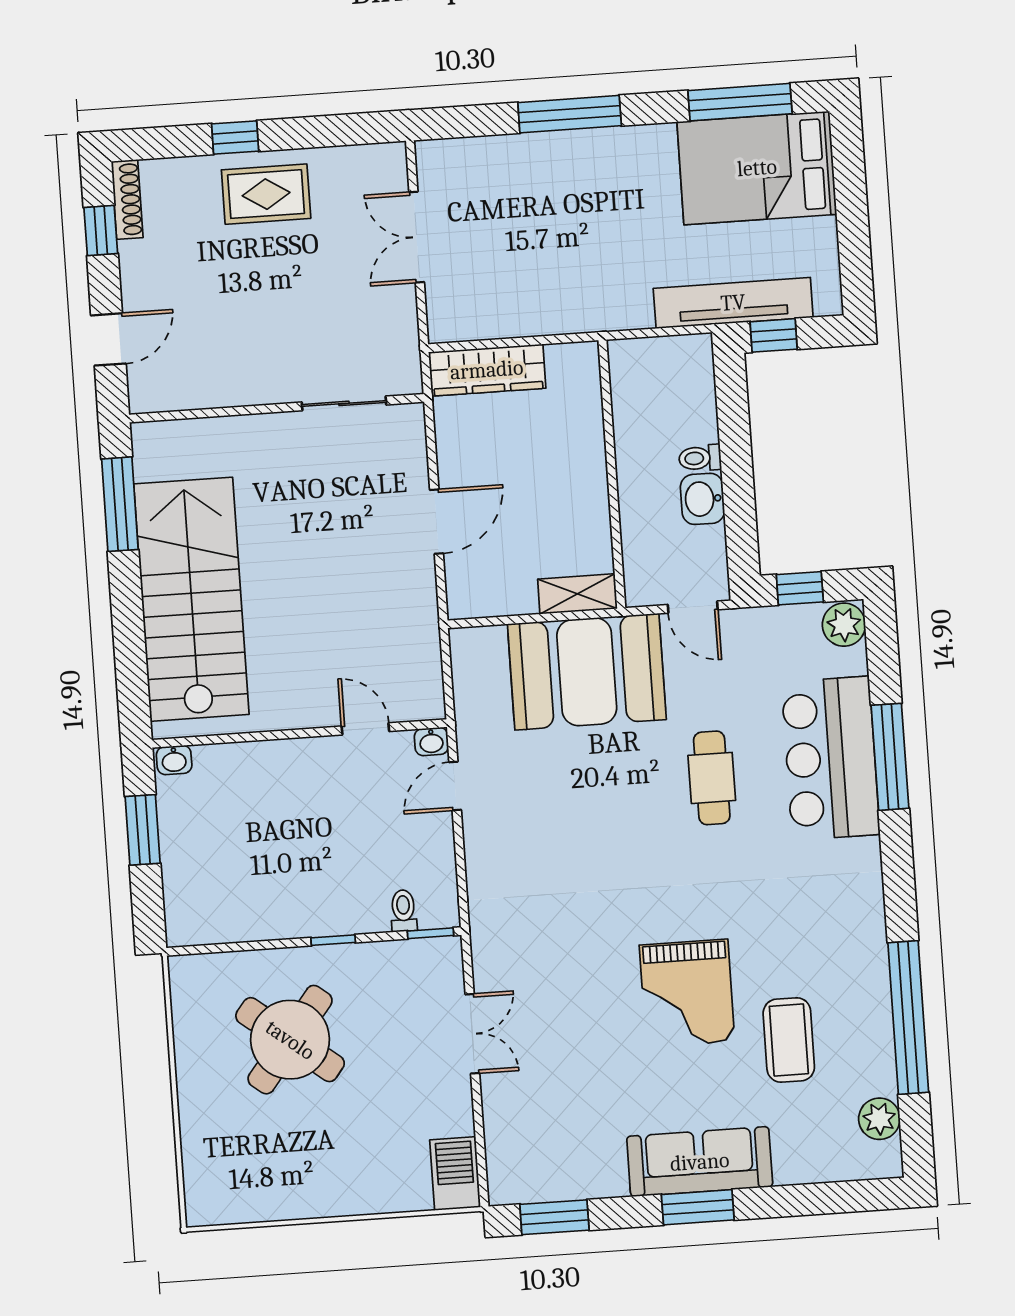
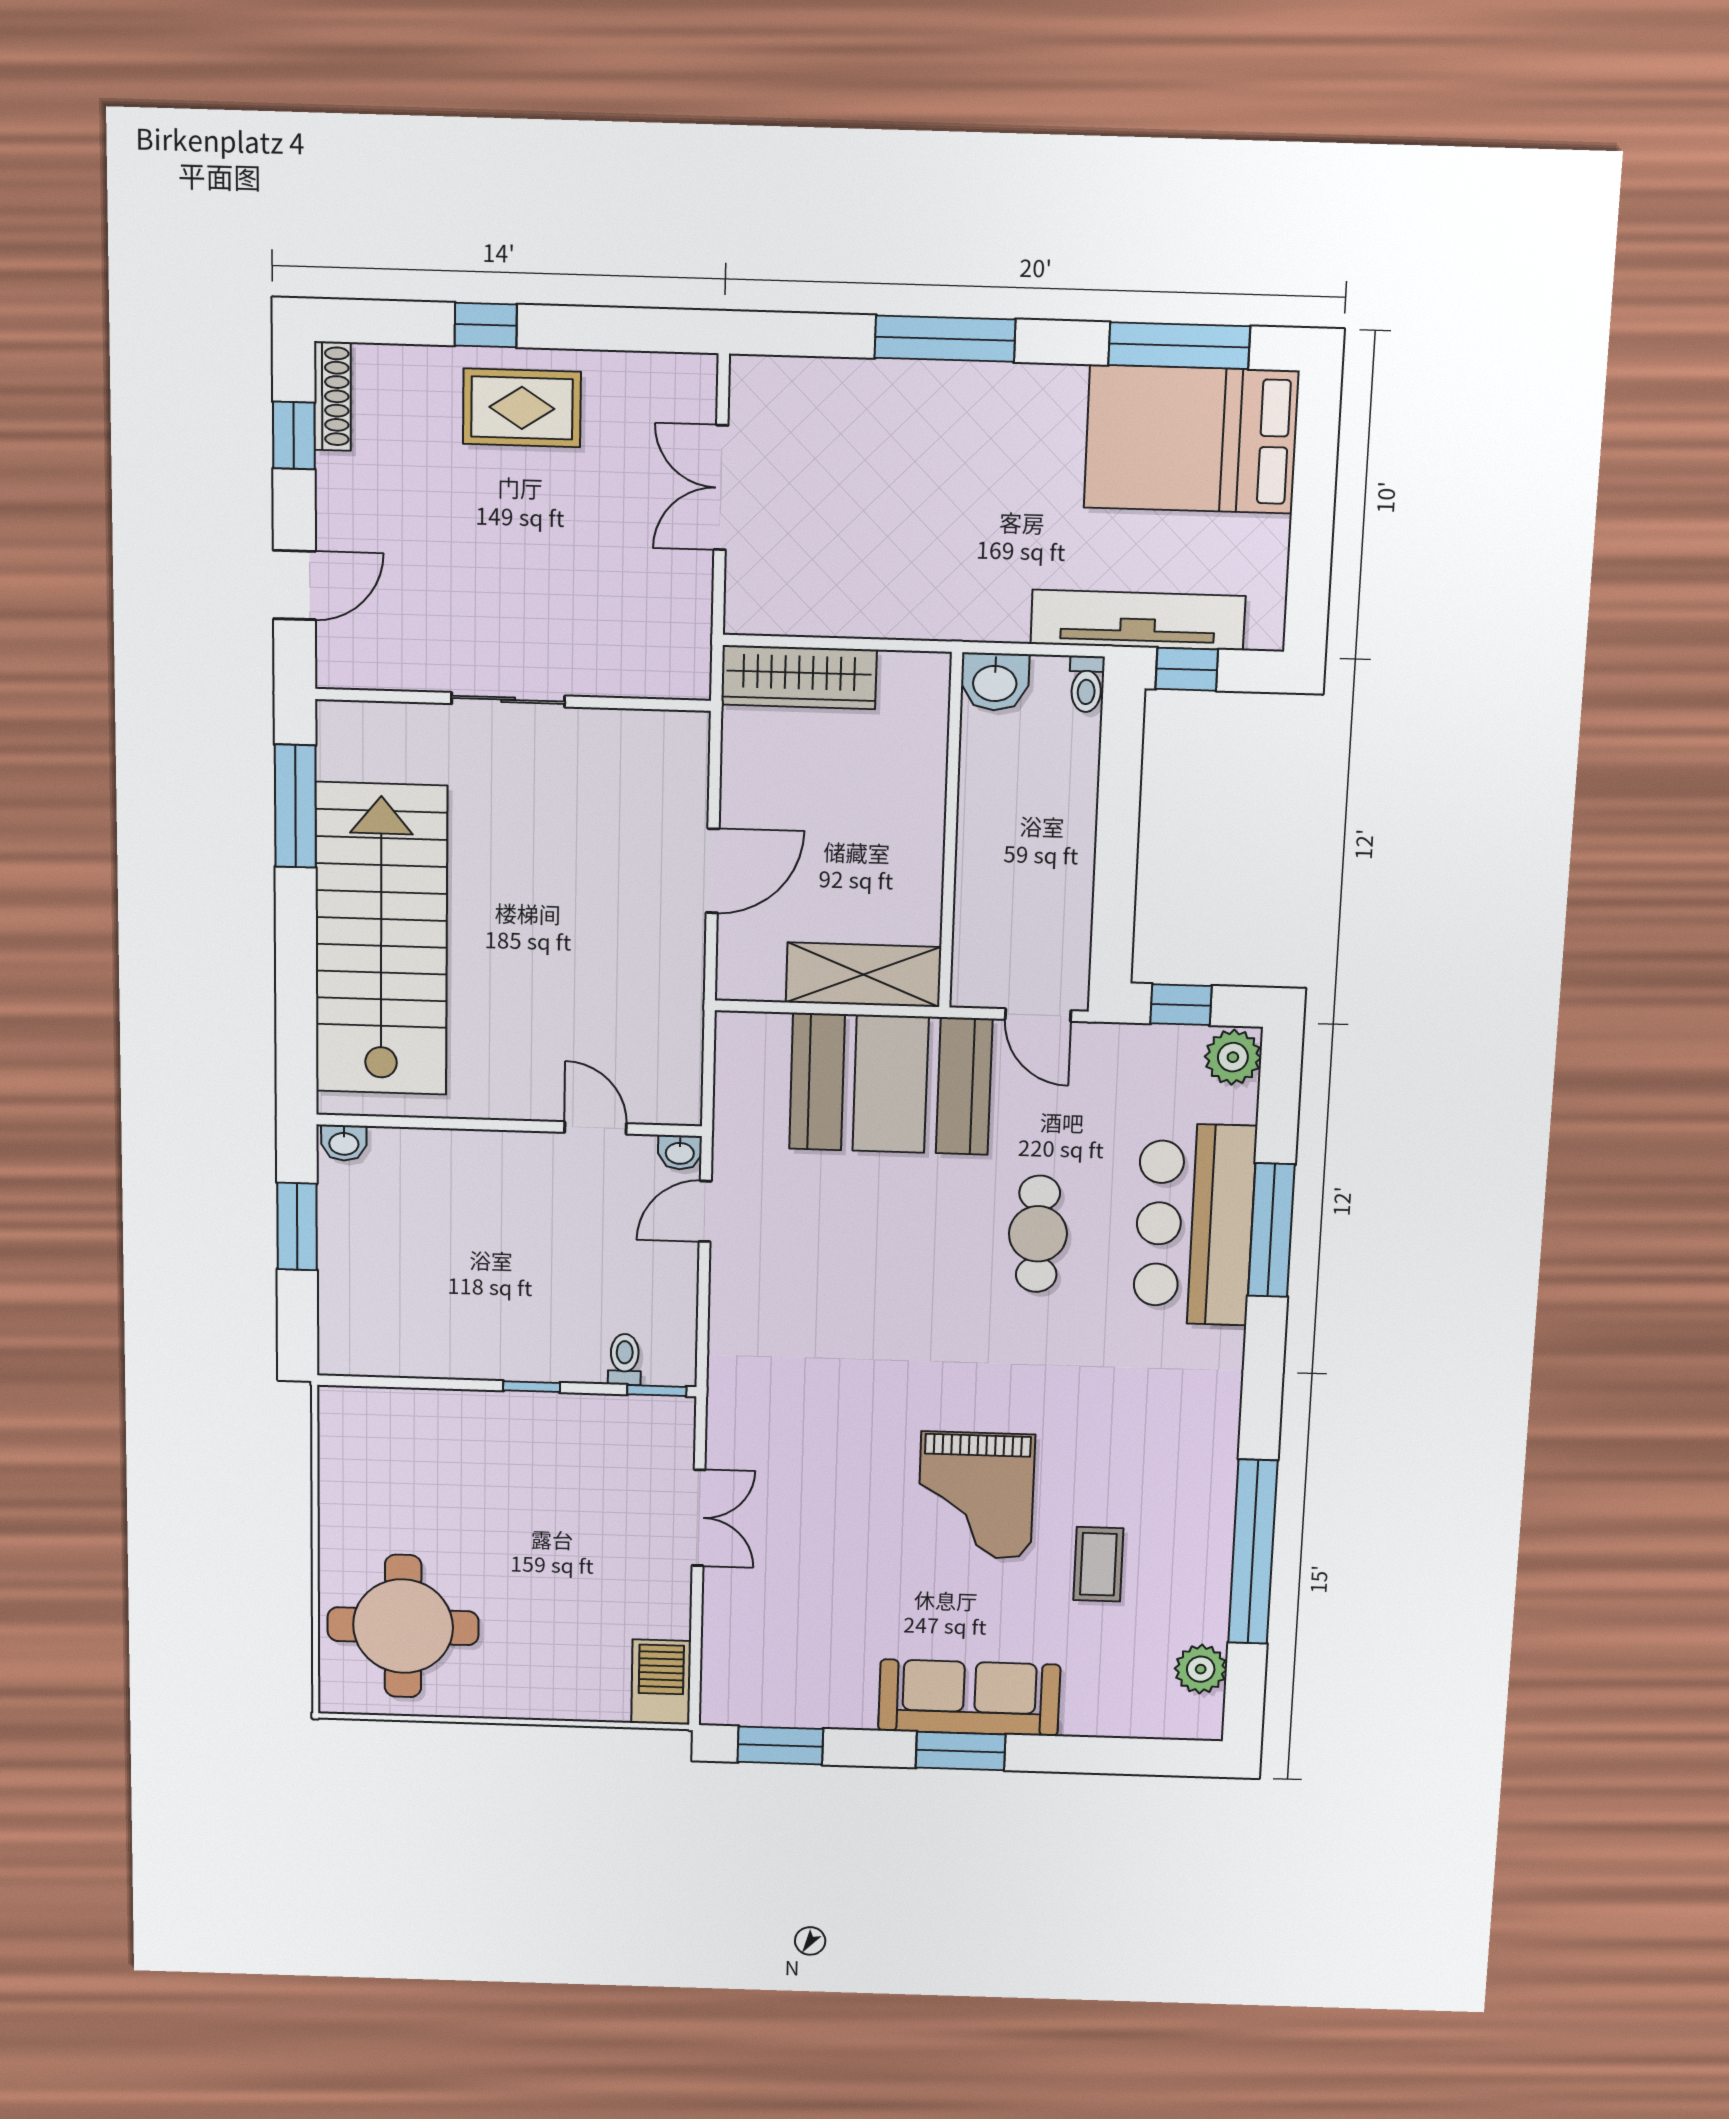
sliding door: (344, 403) -> (508, 700), moved
toilet: (700, 458) -> (1086, 684), moved, turned -90
washbasin: (702, 499) -> (995, 682), moved, turned -90
shelving: (577, 594) -> (863, 975), width x1.50, depth x1.33
round table: (290, 1040) -> (403, 1626), moved, turned -38
coffee table: (789, 1040) -> (1098, 1564), width x0.73, depth x0.77

